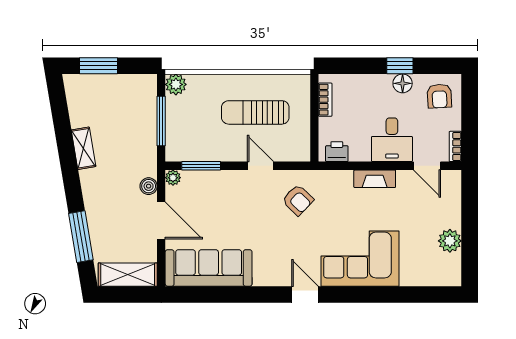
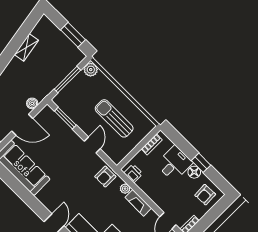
window: (98, 66) -> (73, 35), moved
desk: (392, 140) -> (174, 163), moved, turned 180
shelving: (83, 148) -> (26, 47), moved
plant: (173, 178) -> (125, 189), moved
armchair: (298, 200) -> (105, 177), moved, turned 46
door: (161, 220) -> (22, 125), hinge flipped

